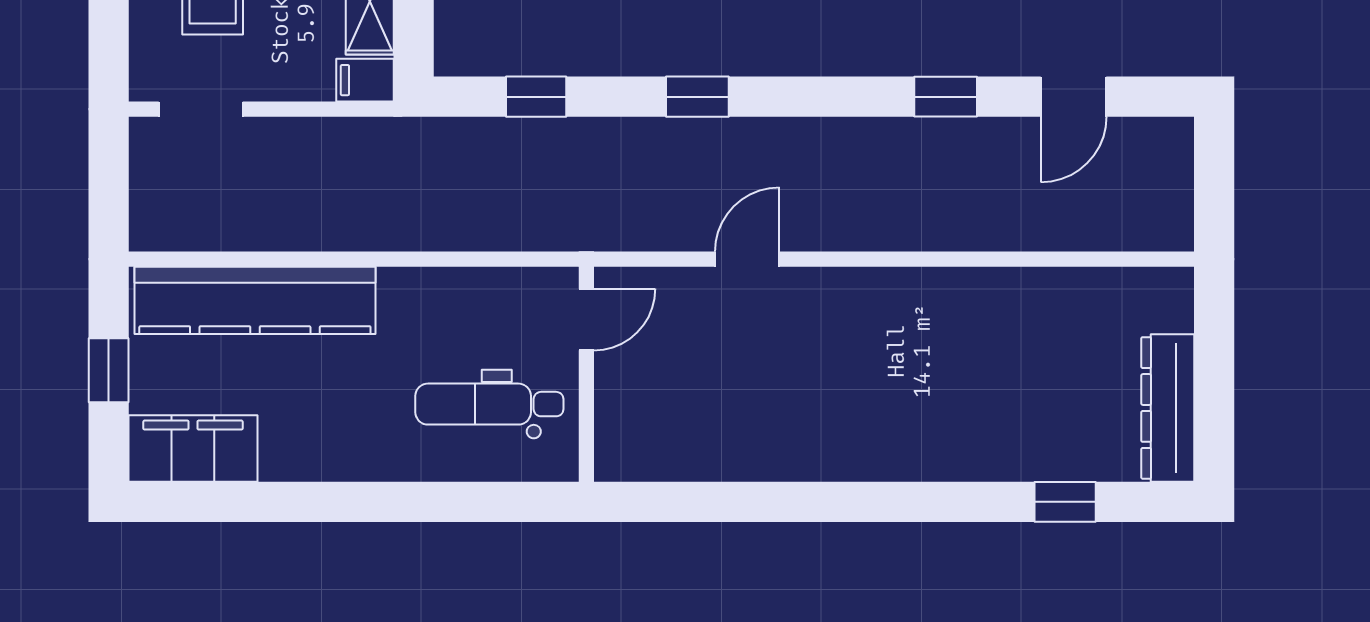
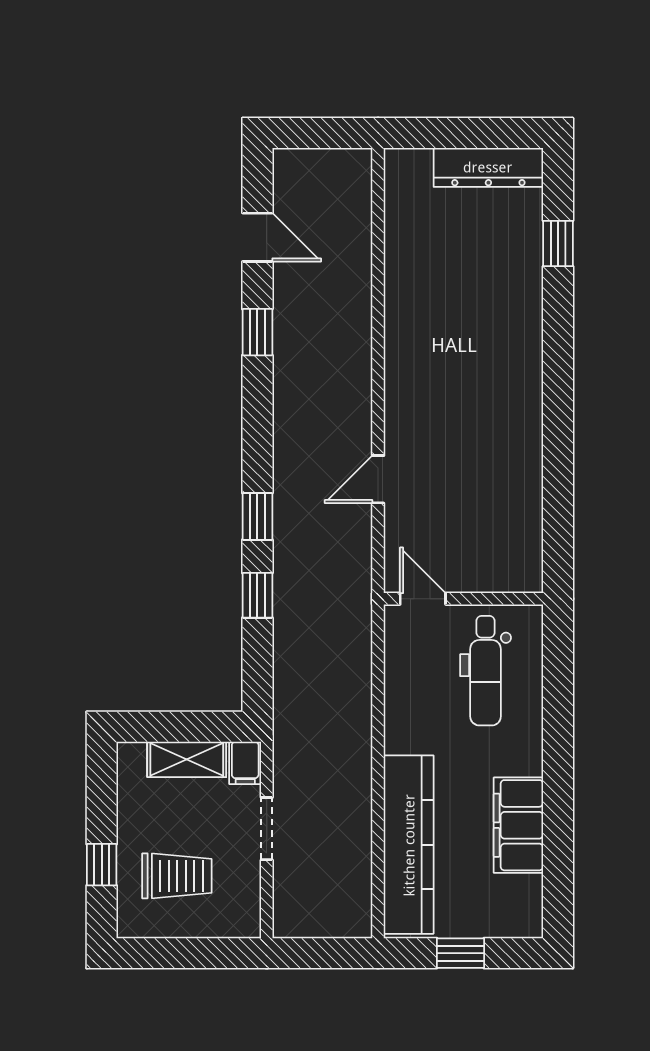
window: (536, 97) -> (257, 595), moved
doorway: (201, 109) -> (267, 829), moved
door: (747, 259) -> (378, 479), hinge flipped
filing cabinet: (193, 448) -> (518, 825), moved

